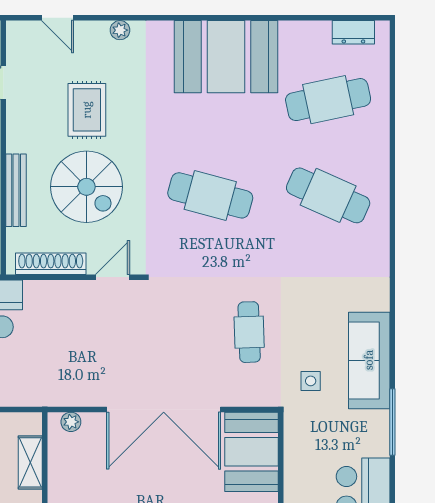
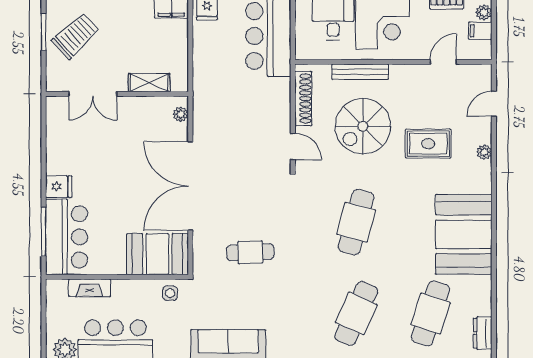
cafe table: (328, 100) -> (430, 313), turned 30
rug: (87, 110) -> (428, 144), moved
side table: (311, 381) -> (170, 293), moved

